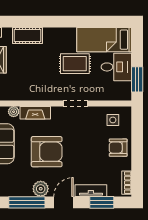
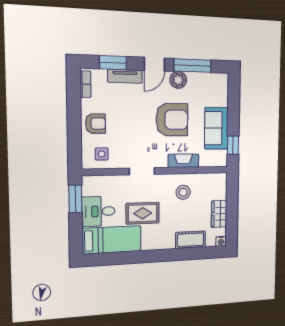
stool: (35, 82) -> (183, 192), added
plant: (14, 112) -> (205, 162), removed
armchair: (47, 152) -> (172, 120), turned 180

